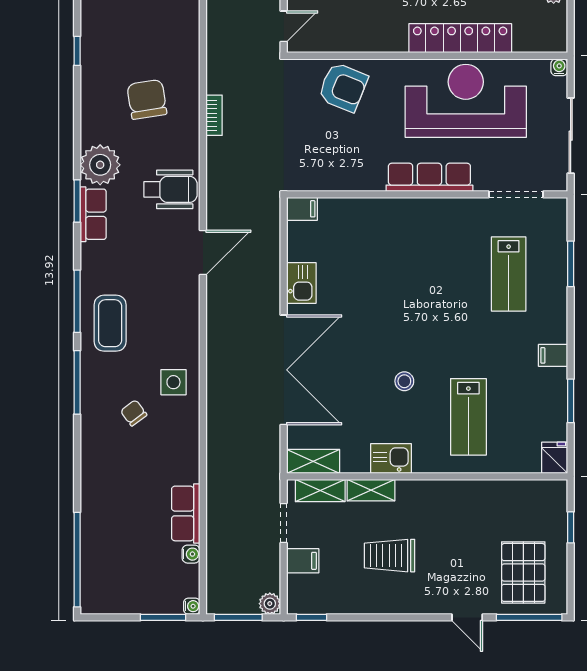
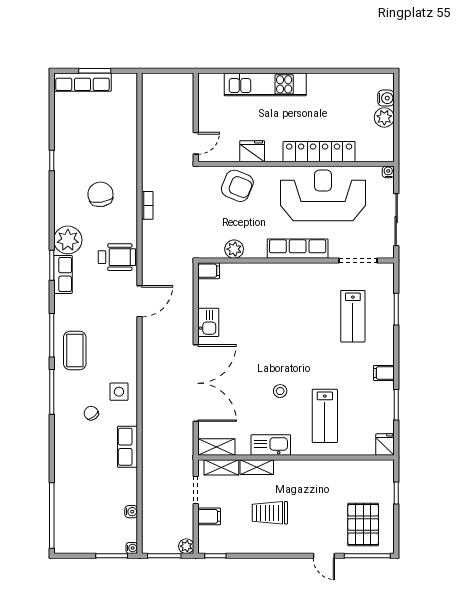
fridge: (364, 38) -> (252, 151), added
plant: (338, 178) -> (234, 249), added
kitchen sink: (391, 459) -> (271, 445), width x1.38
row of seats: (186, 513) -> (128, 447), moved

